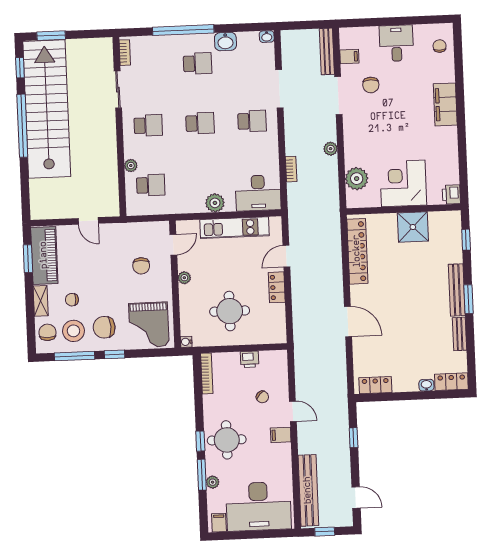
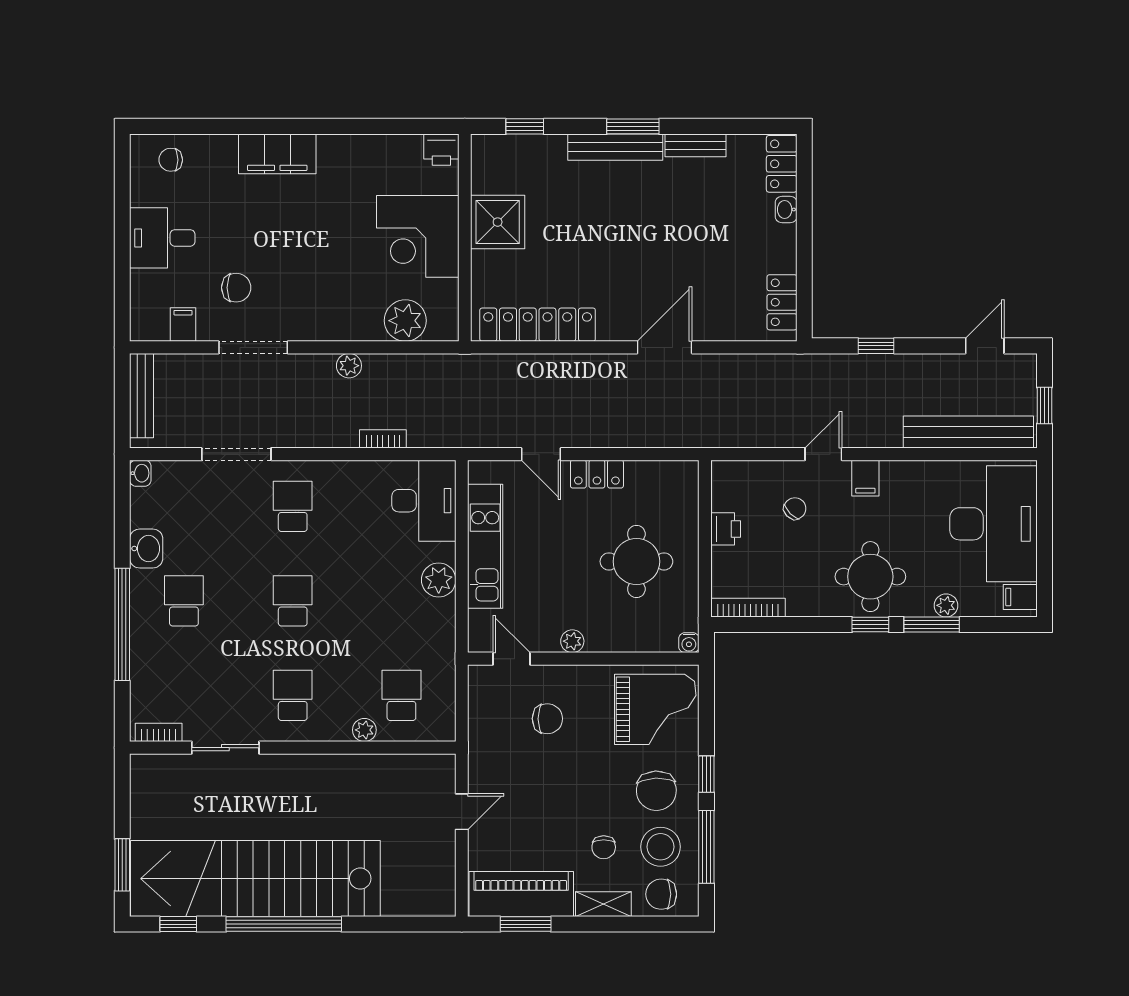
bench: (327, 51) -> (141, 396), moved, turned 90

